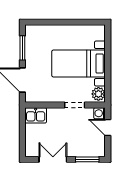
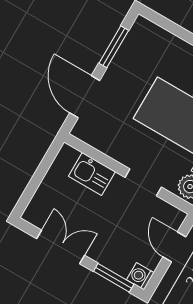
washing machine: (100, 113) -> (140, 276), moved
kitchen sink: (36, 115) -> (92, 174), moved

